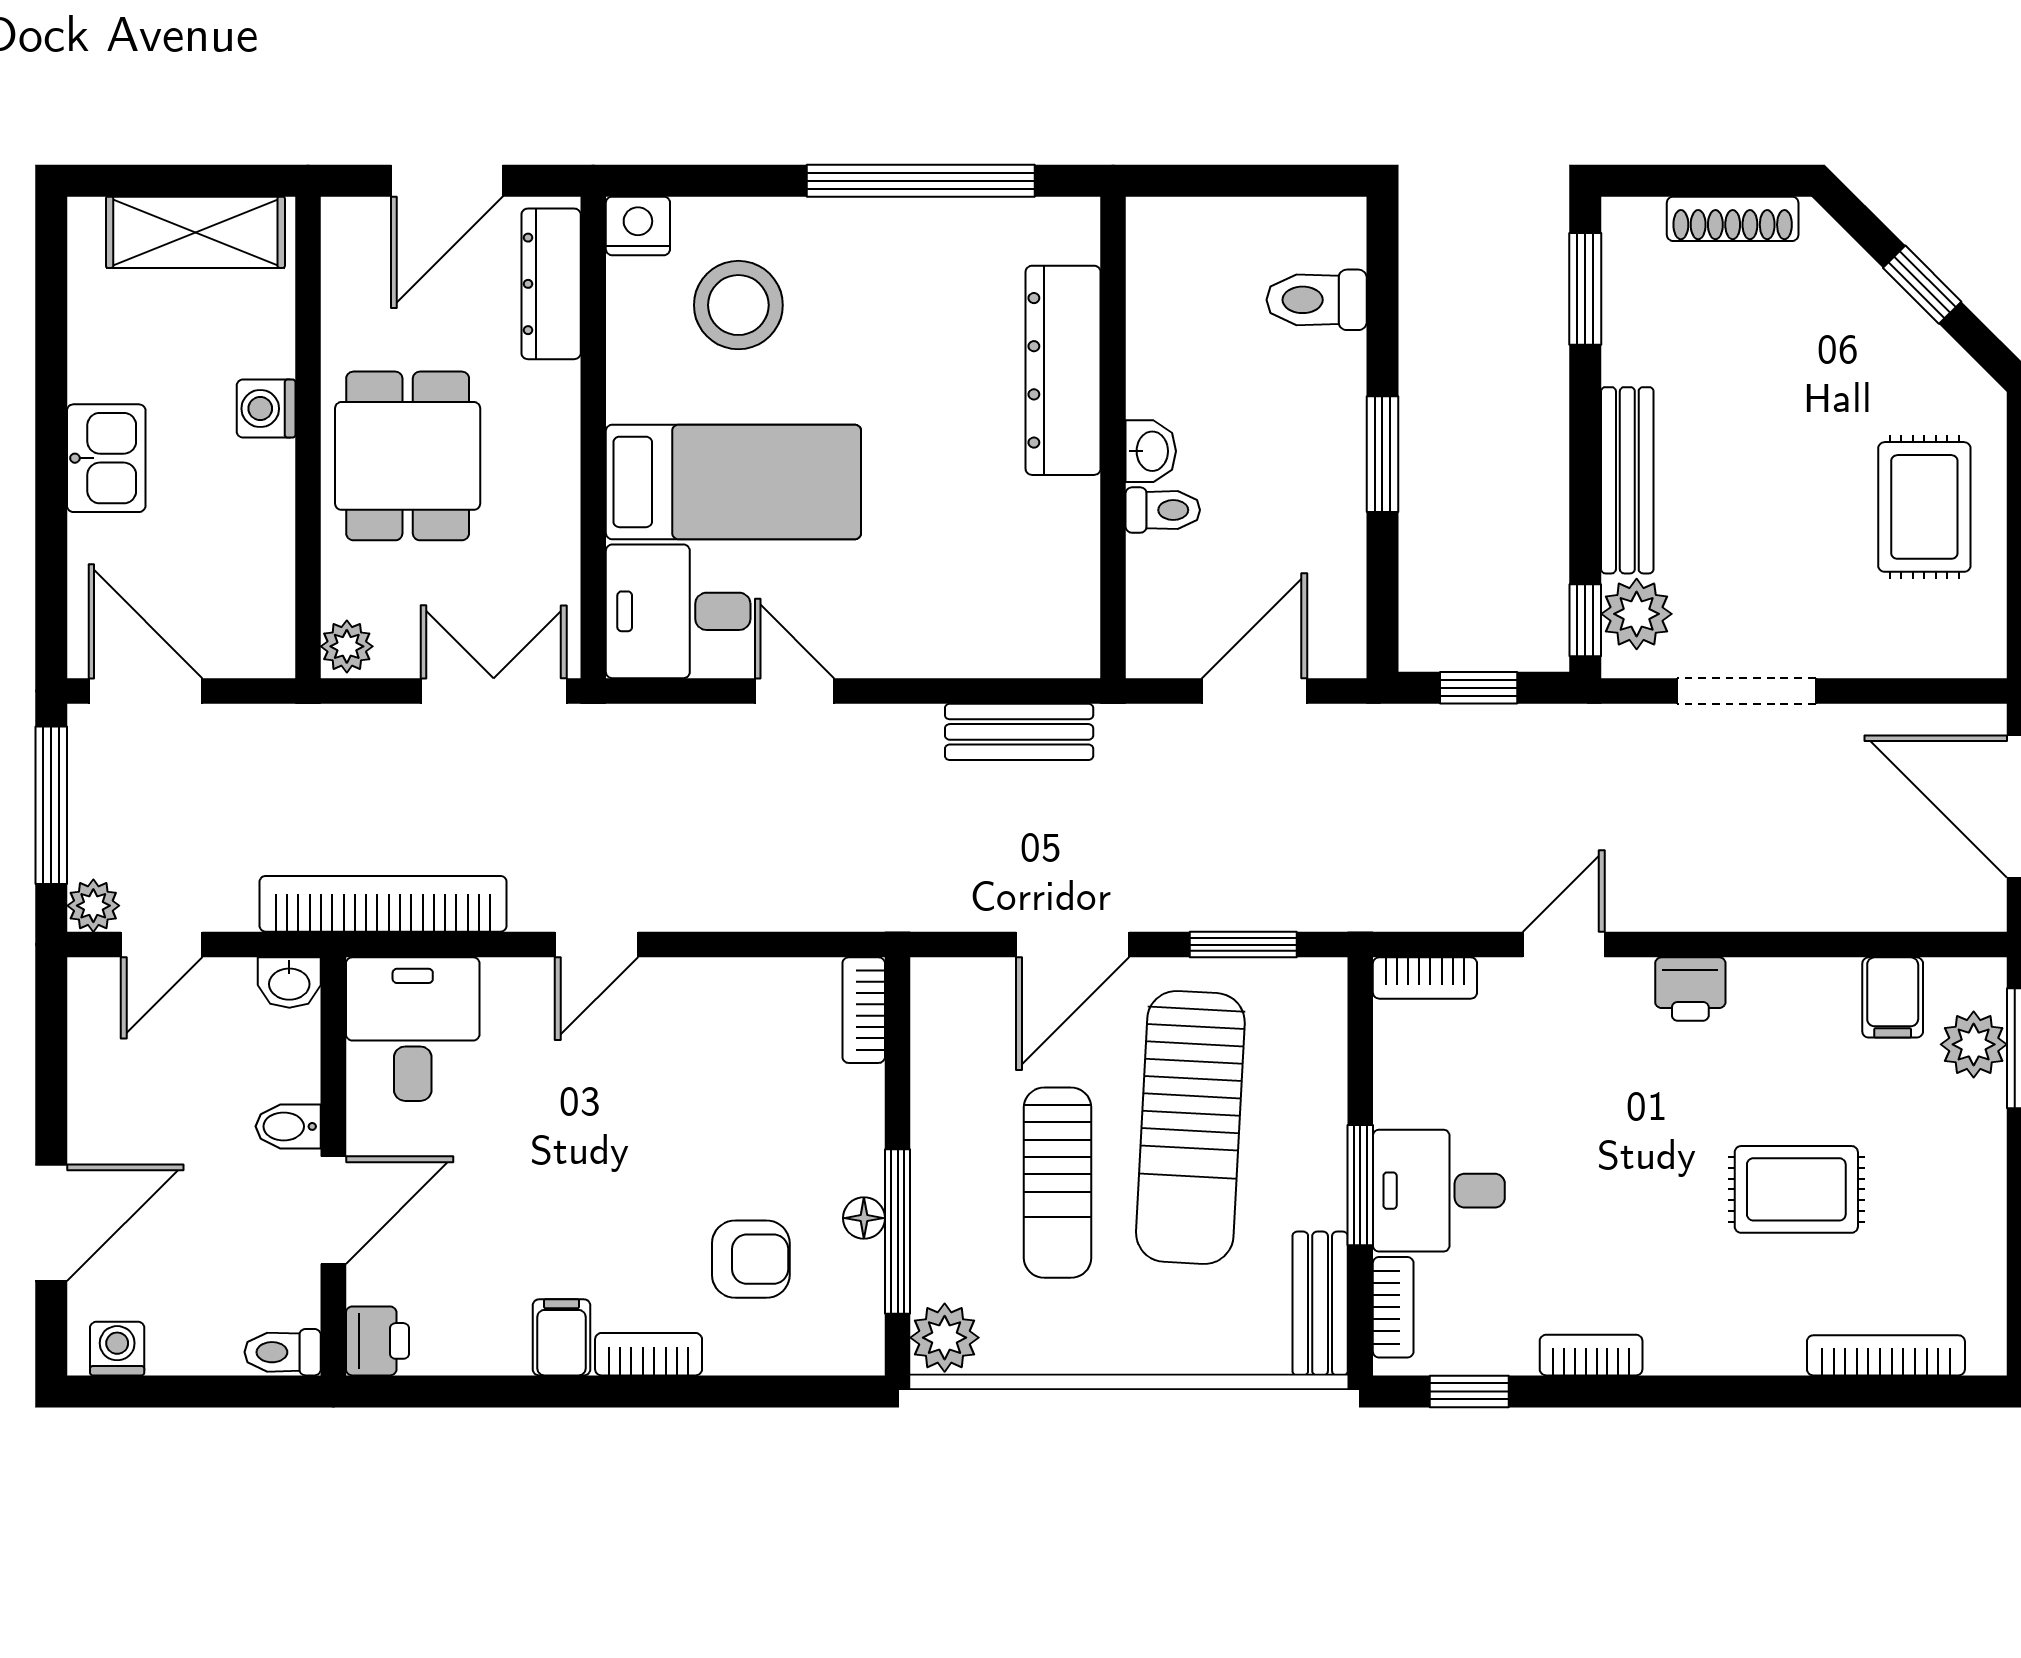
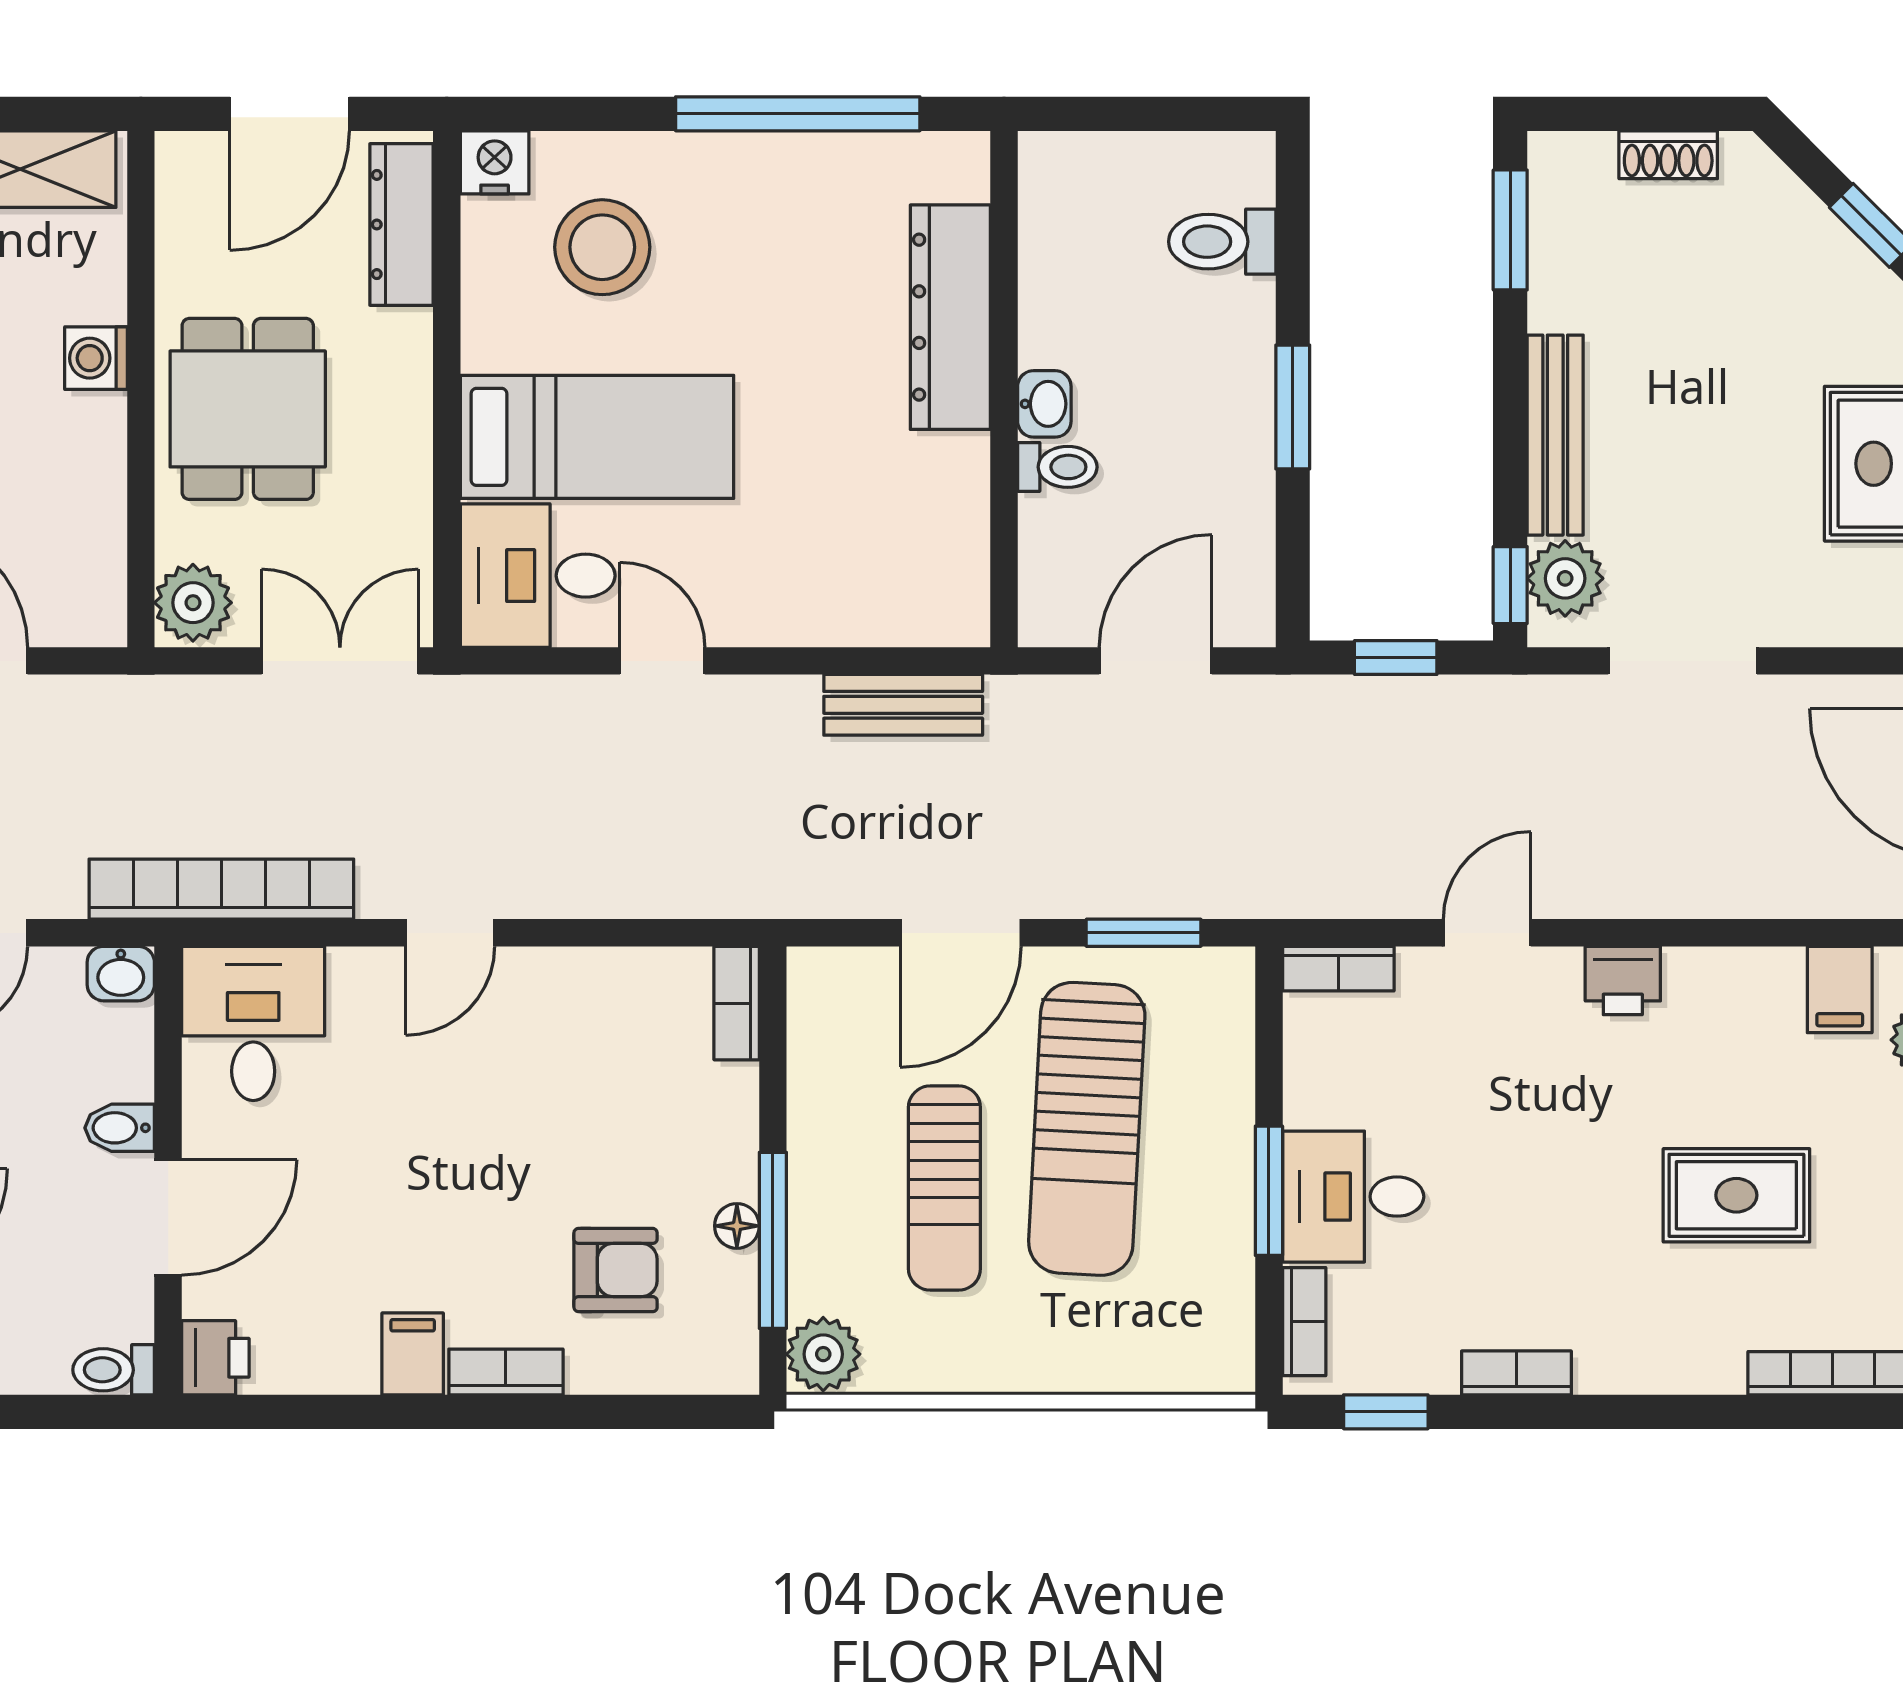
shoe rack: (1733, 219) -> (1668, 155), width x0.70
plant: (347, 646) -> (193, 603), width x1.38, depth x1.38
bench: (1320, 1304) -> (1226, 1318), removed

